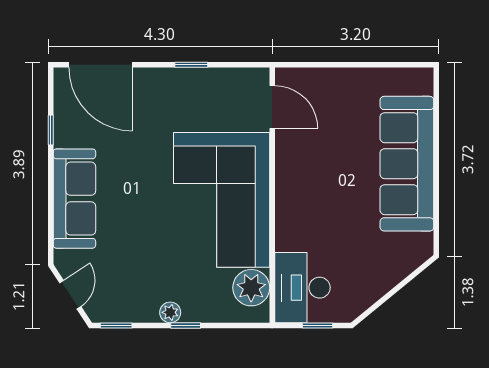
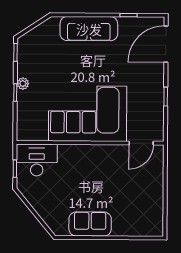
sofa: (407, 164) -> (90, 224), width x0.54, depth x0.79
plant: (251, 288) -> (37, 130), removed
door: (70, 295) -> (33, 26), removed

